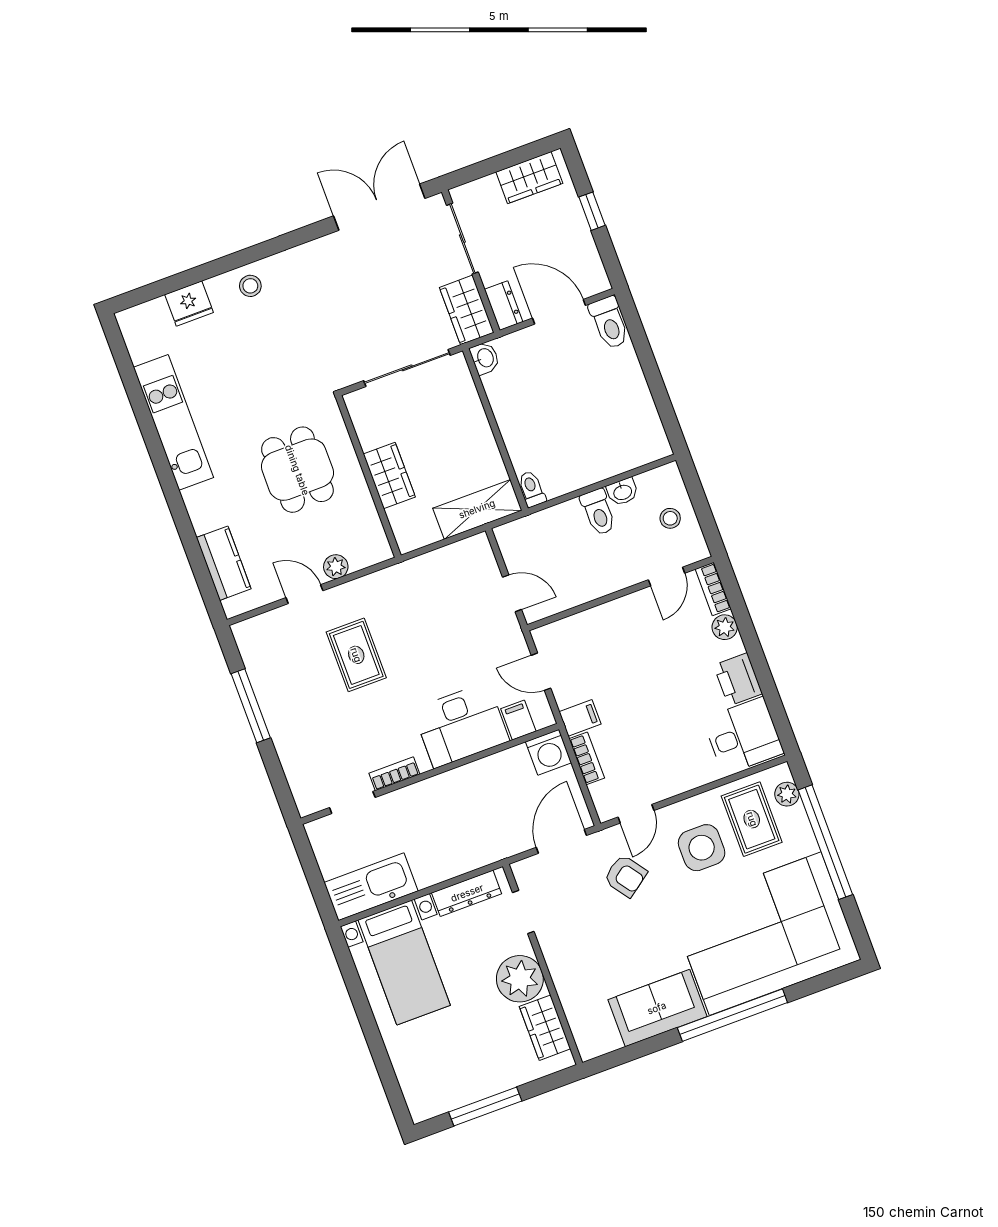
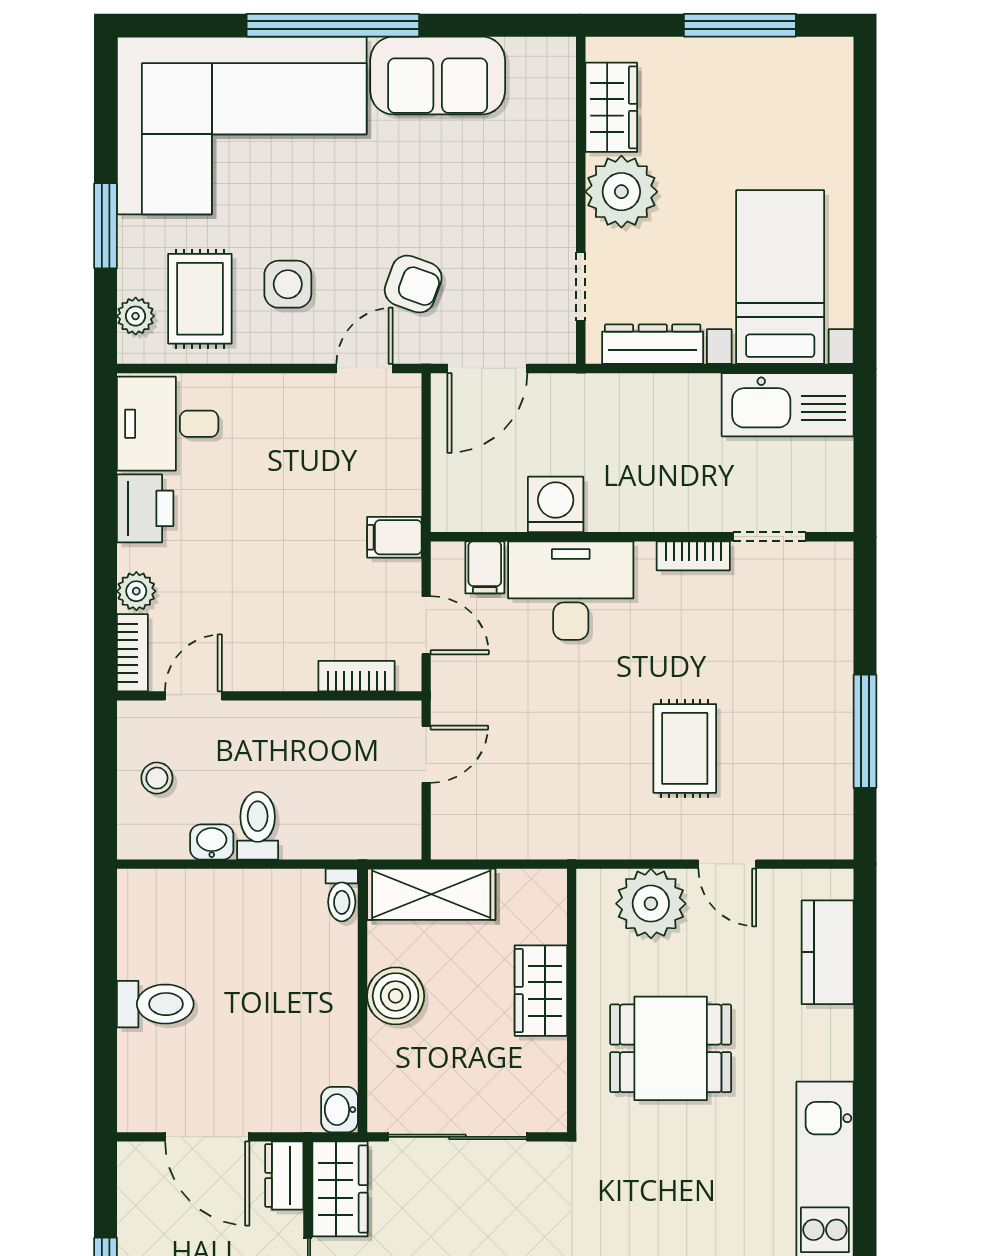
toilet: (609, 323) -> (155, 1004), moved, turned 90
boiler: (476, 440) -> (396, 996), added
dining table: (297, 470) -> (671, 1048), turned 90
plant: (336, 567) -> (651, 904), width x1.87, depth x1.87
door: (512, 593) -> (426, 754), swing flipped
washing machine: (549, 752) -> (556, 504), moved
bookcase: (587, 758) -> (356, 676), moved, turned 90
window: (825, 842) -> (106, 226), width x0.47
side table: (702, 848) -> (288, 284), width x0.73, depth x0.73
armchair: (626, 876) -> (413, 284), turned 146

